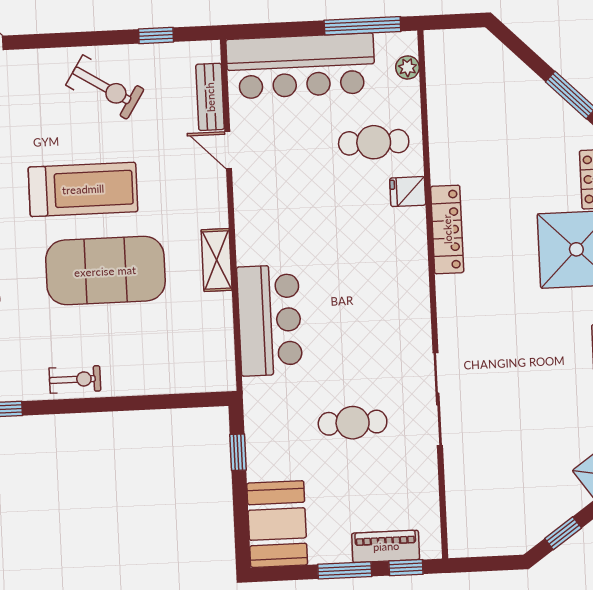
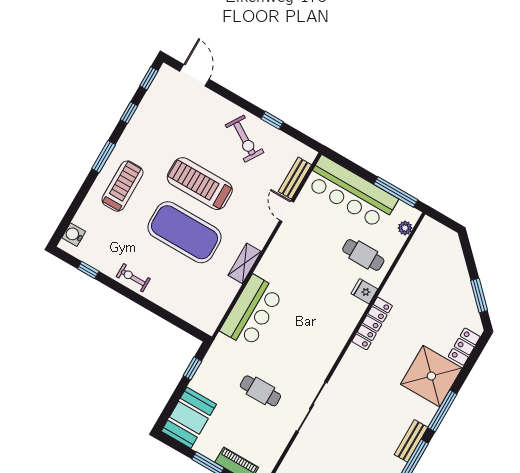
window: (156, 36) -> (272, 120), moved
treadmill: (83, 189) -> (200, 184), turned 180
exercise bike: (75, 379) -> (133, 278), turned 180

